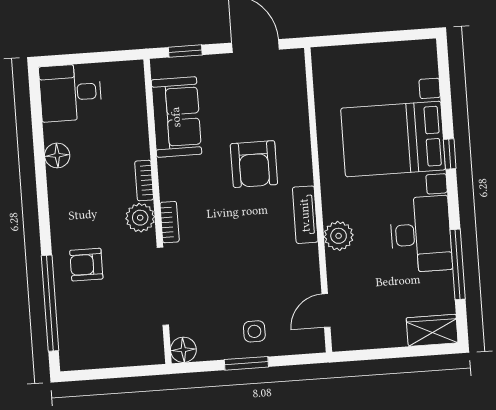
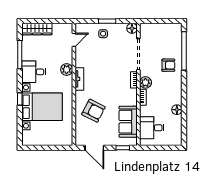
desk: (70, 93) -> (152, 128), moved, turned 180
armchair: (254, 164) -> (94, 111), moved, turned 117
desk: (421, 234) -> (34, 72), width x0.73
wardrobe: (432, 330) -> (37, 29), width x1.50

